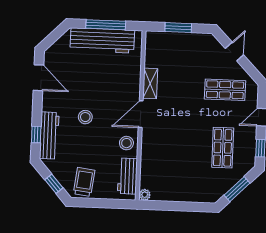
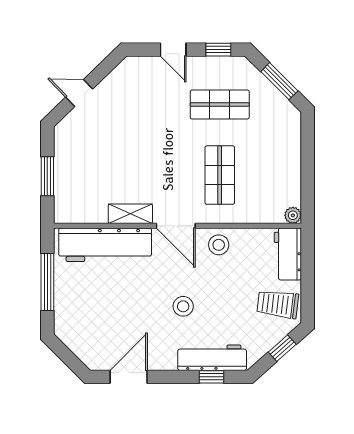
workbench: (102, 40) -> (105, 245), moved, turned 90
shop shelf: (225, 90) -> (220, 175), moved
workbench: (128, 176) -> (288, 254), moved, turned 90

